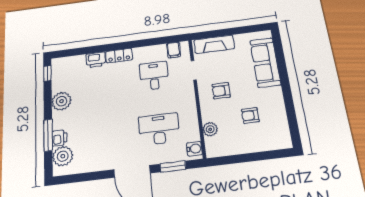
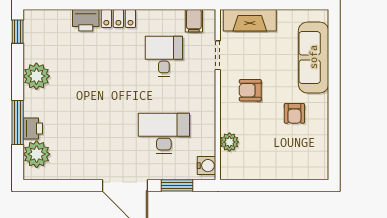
armchair: (250, 116) -> (294, 113), moved, turned -90

